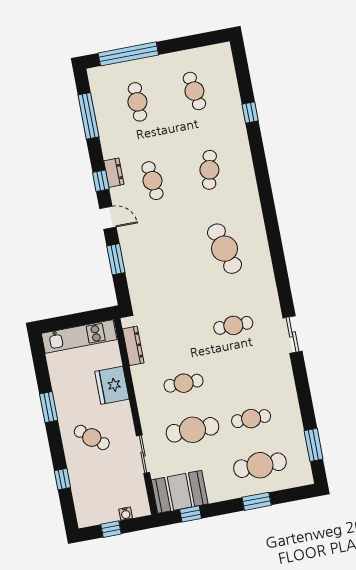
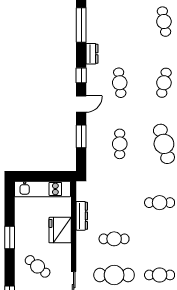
cafe table: (137, 102) -> (120, 144), moved
dresser: (114, 173) -> (92, 54), moved
door: (108, 218) -> (81, 104), hinge flipped
dresser: (133, 346) -> (82, 216), moved

